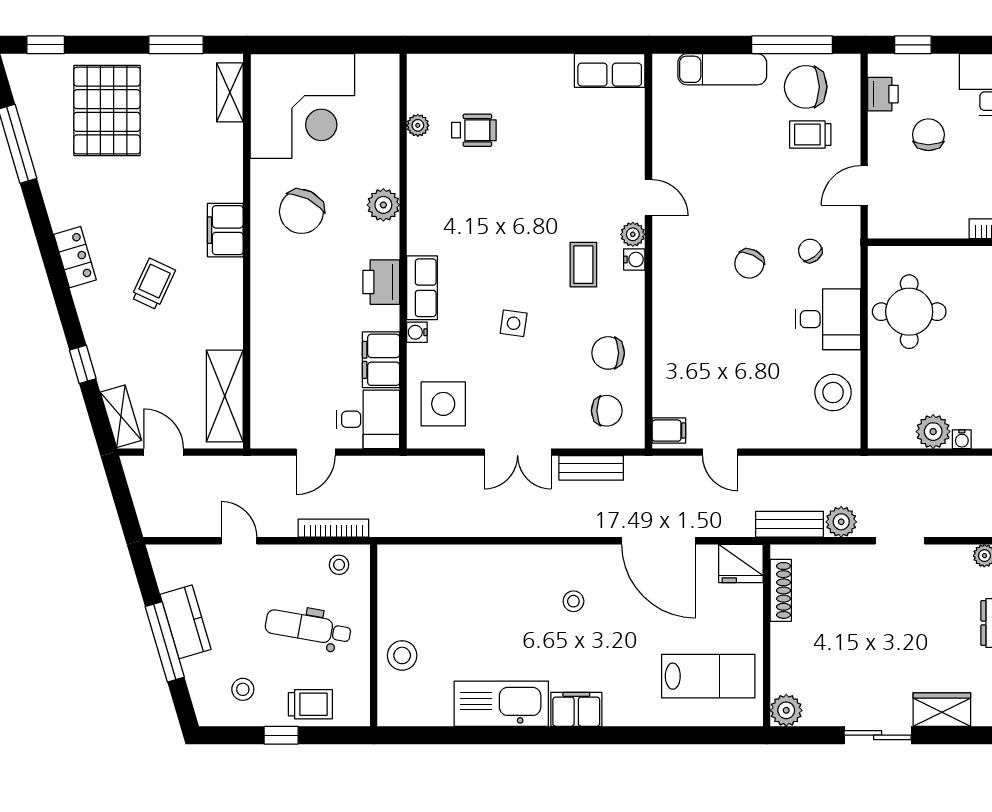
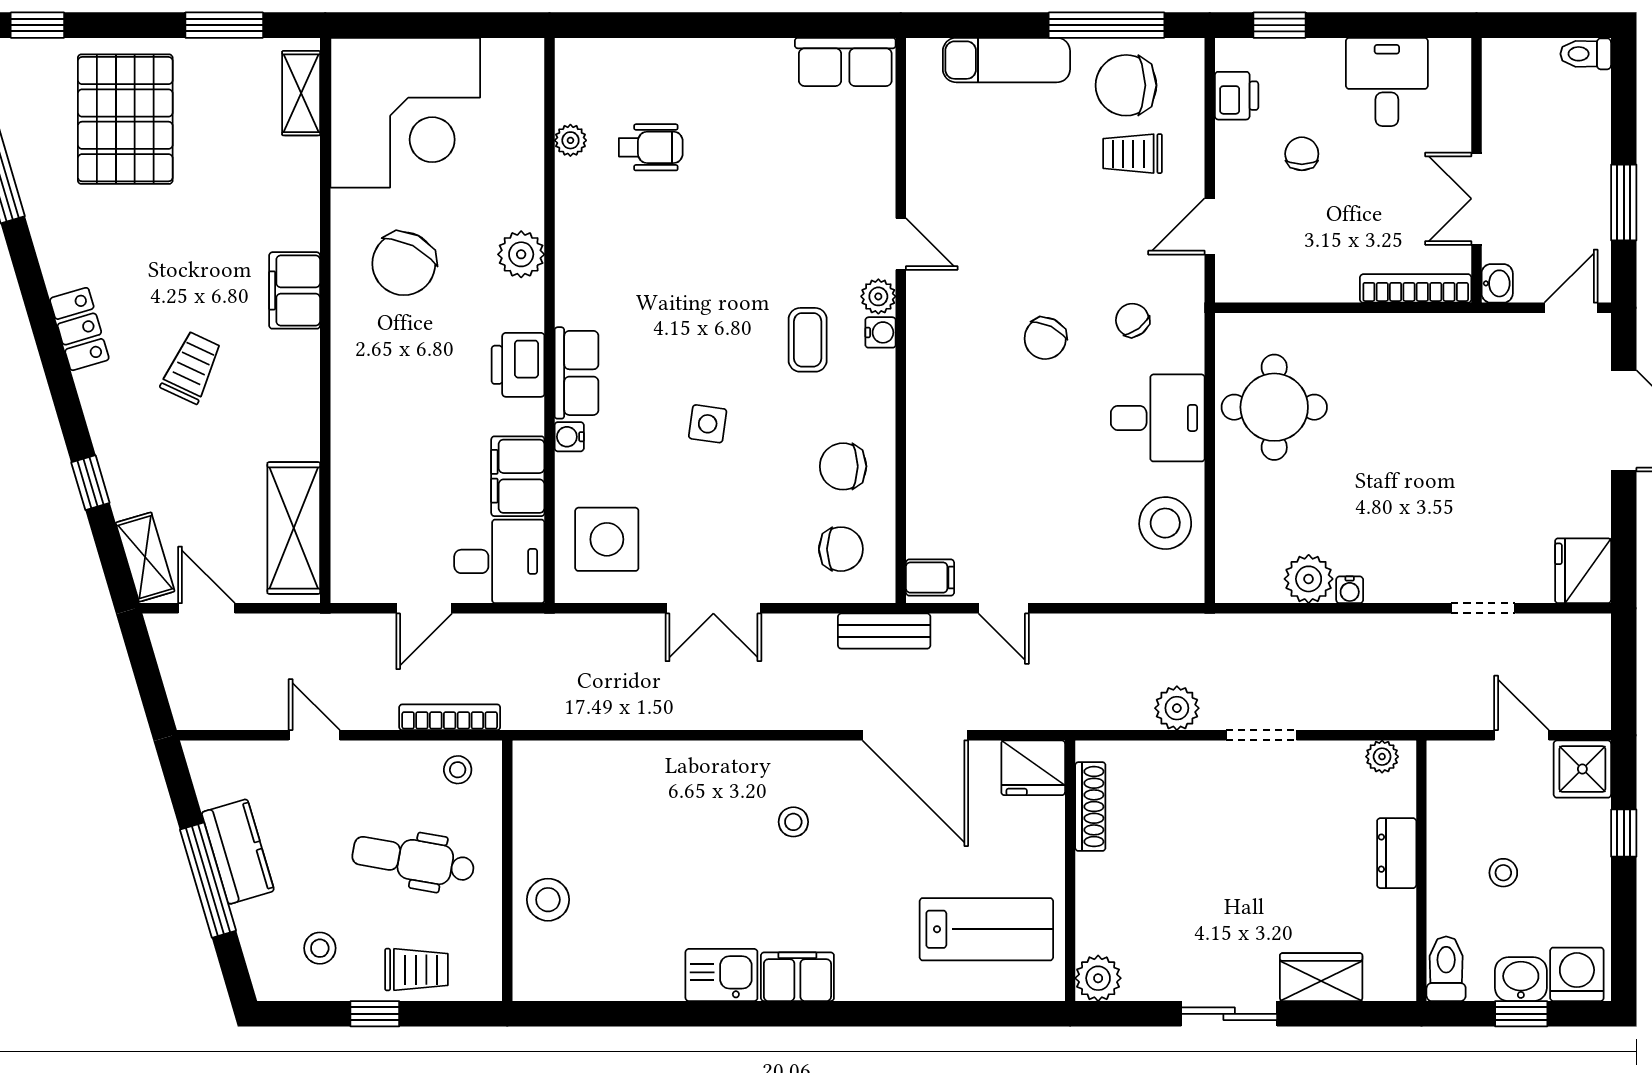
chair: (928, 135) -> (1302, 154), width x0.73, depth x0.73
bench: (591, 468) -> (884, 631), moved
bench: (790, 524) -> (1103, 712), removed
kitchen sink: (501, 704) -> (721, 975), width x0.53, depth x0.81

